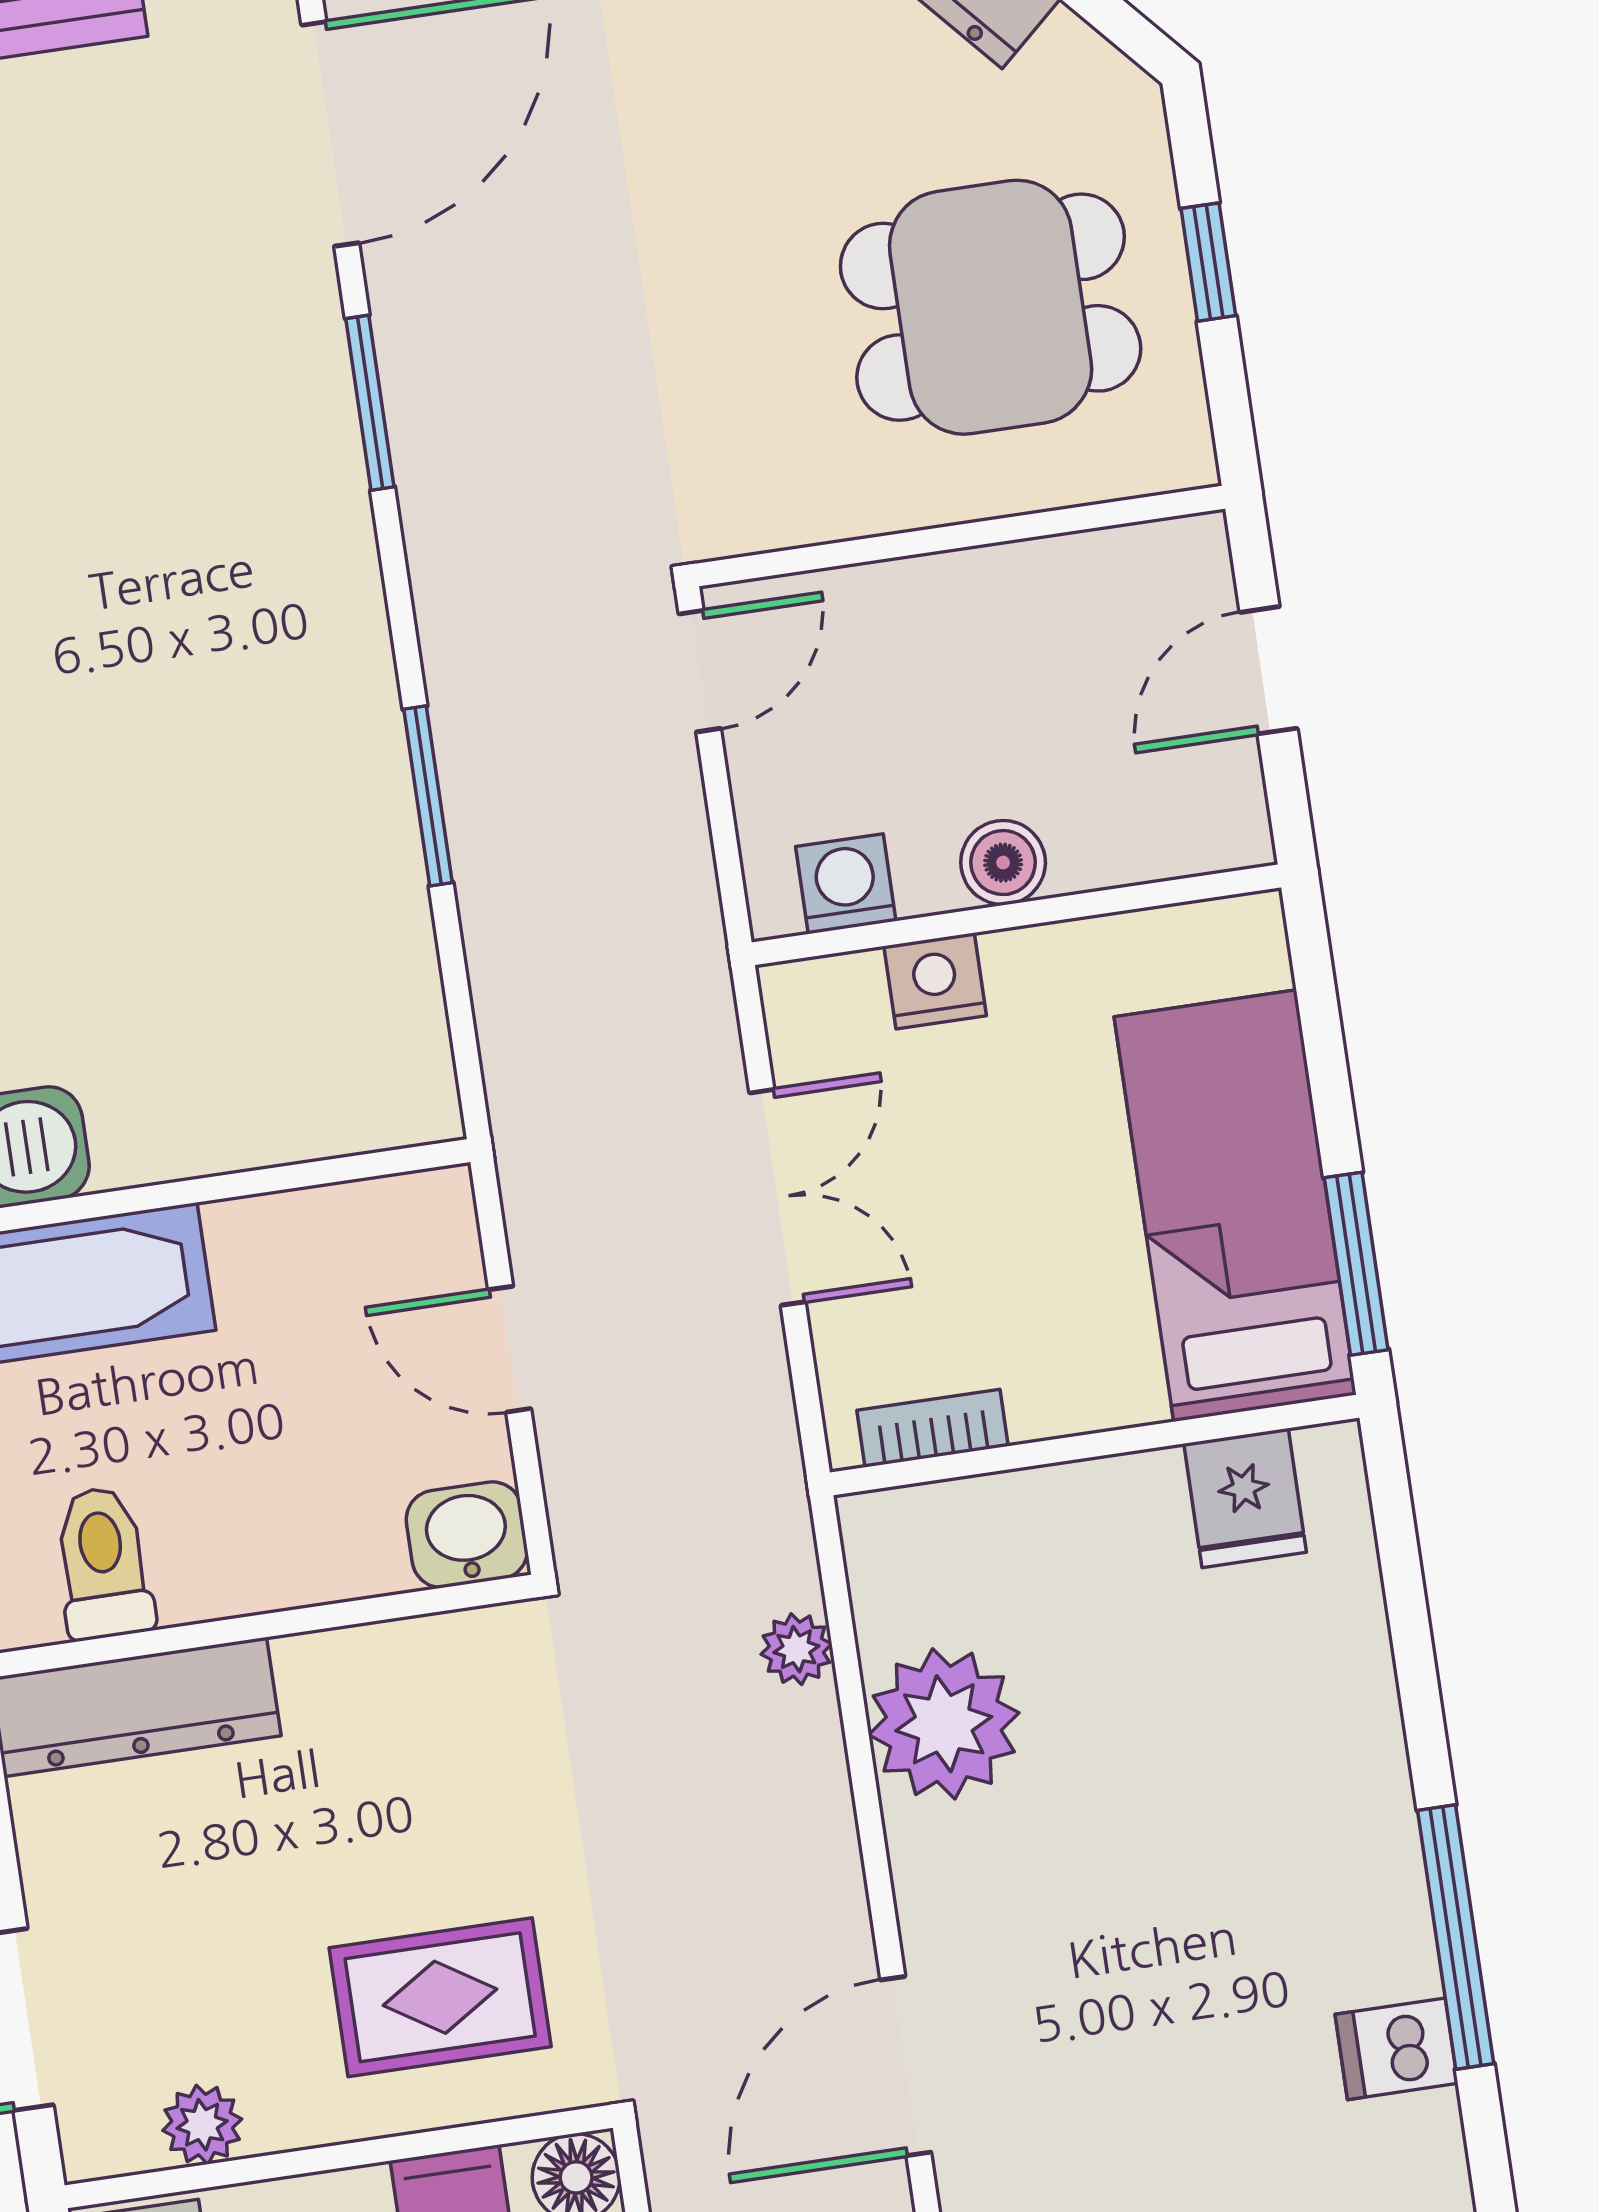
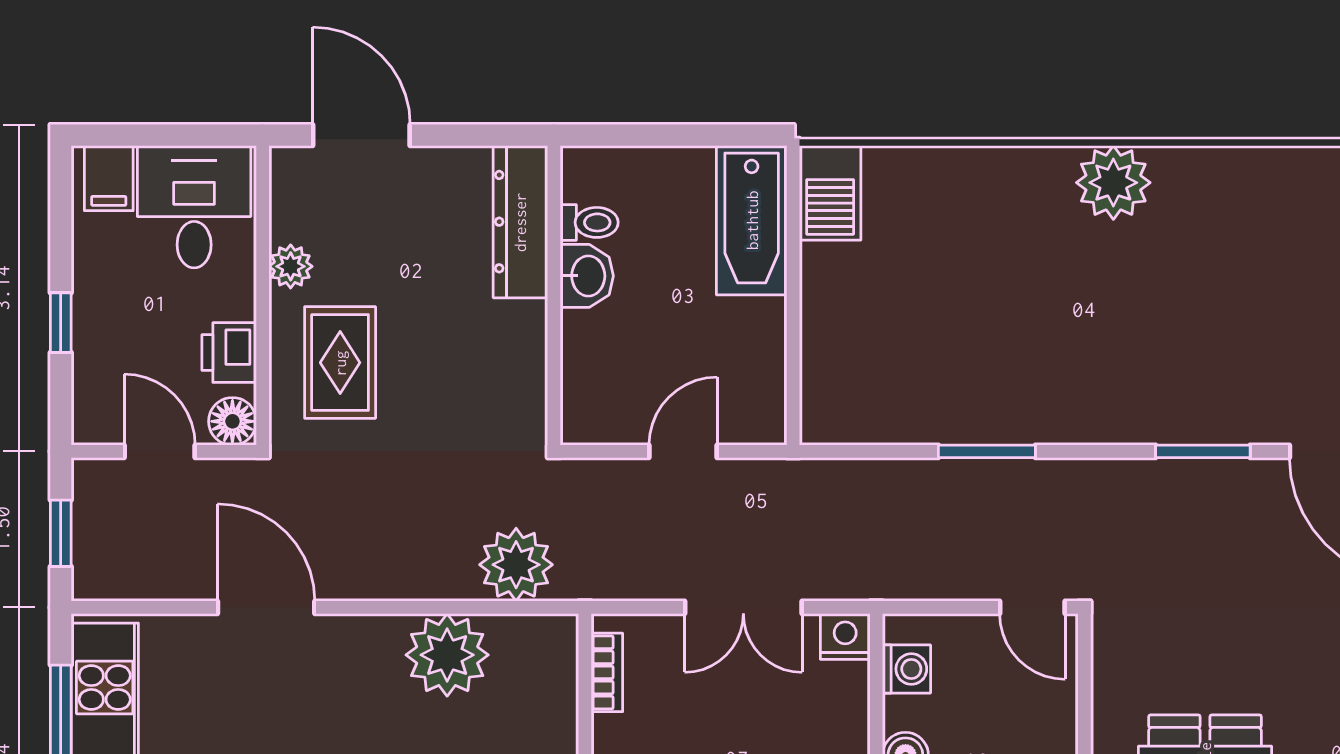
nightstand: (935, 981) -> (845, 636), moved, turned -90
washbasin: (467, 1535) -> (587, 276), moved
toilet: (103, 1563) -> (589, 222), width x0.73, depth x0.72
plant: (796, 1649) -> (516, 565), width x1.87, depth x1.87
plant: (202, 2125) -> (291, 266), moved

